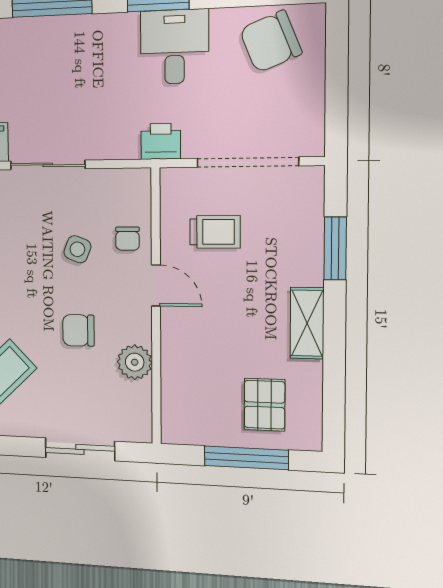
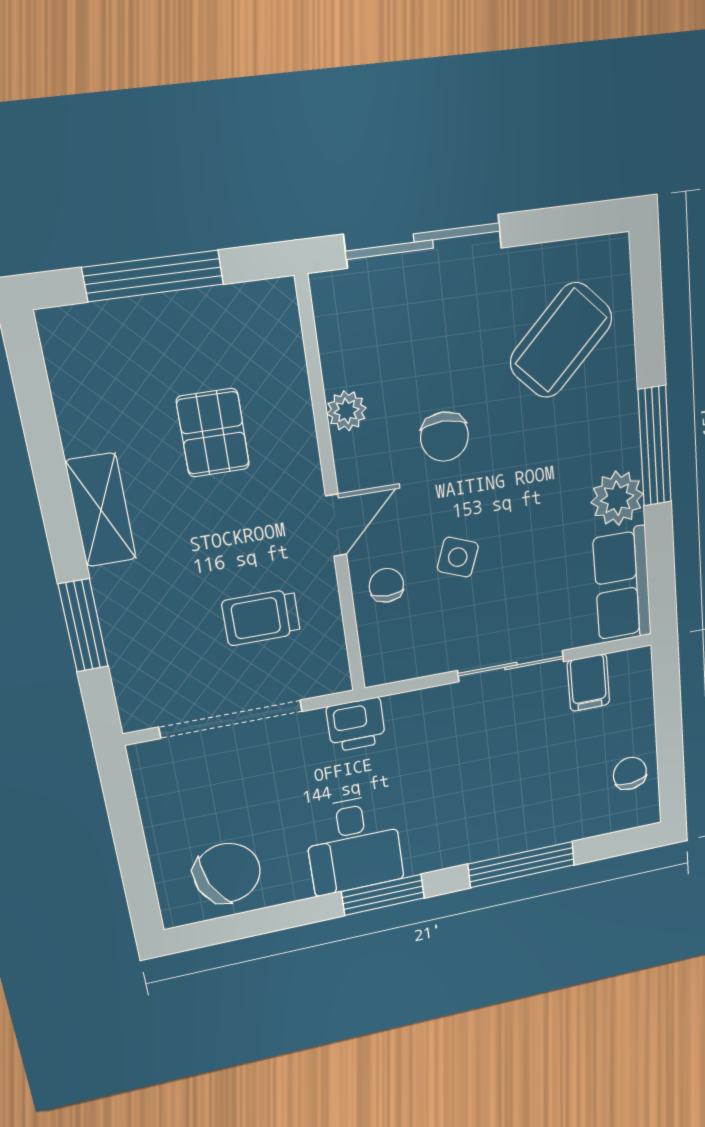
door: (156, 285) -> (336, 525), swing flipped
chair: (79, 330) -> (445, 437), turned 90
plant: (135, 362) -> (347, 411), width x0.73, depth x0.73
pallet: (265, 405) -> (213, 433), moved
sliding door: (80, 449) -> (423, 241), width x1.37

